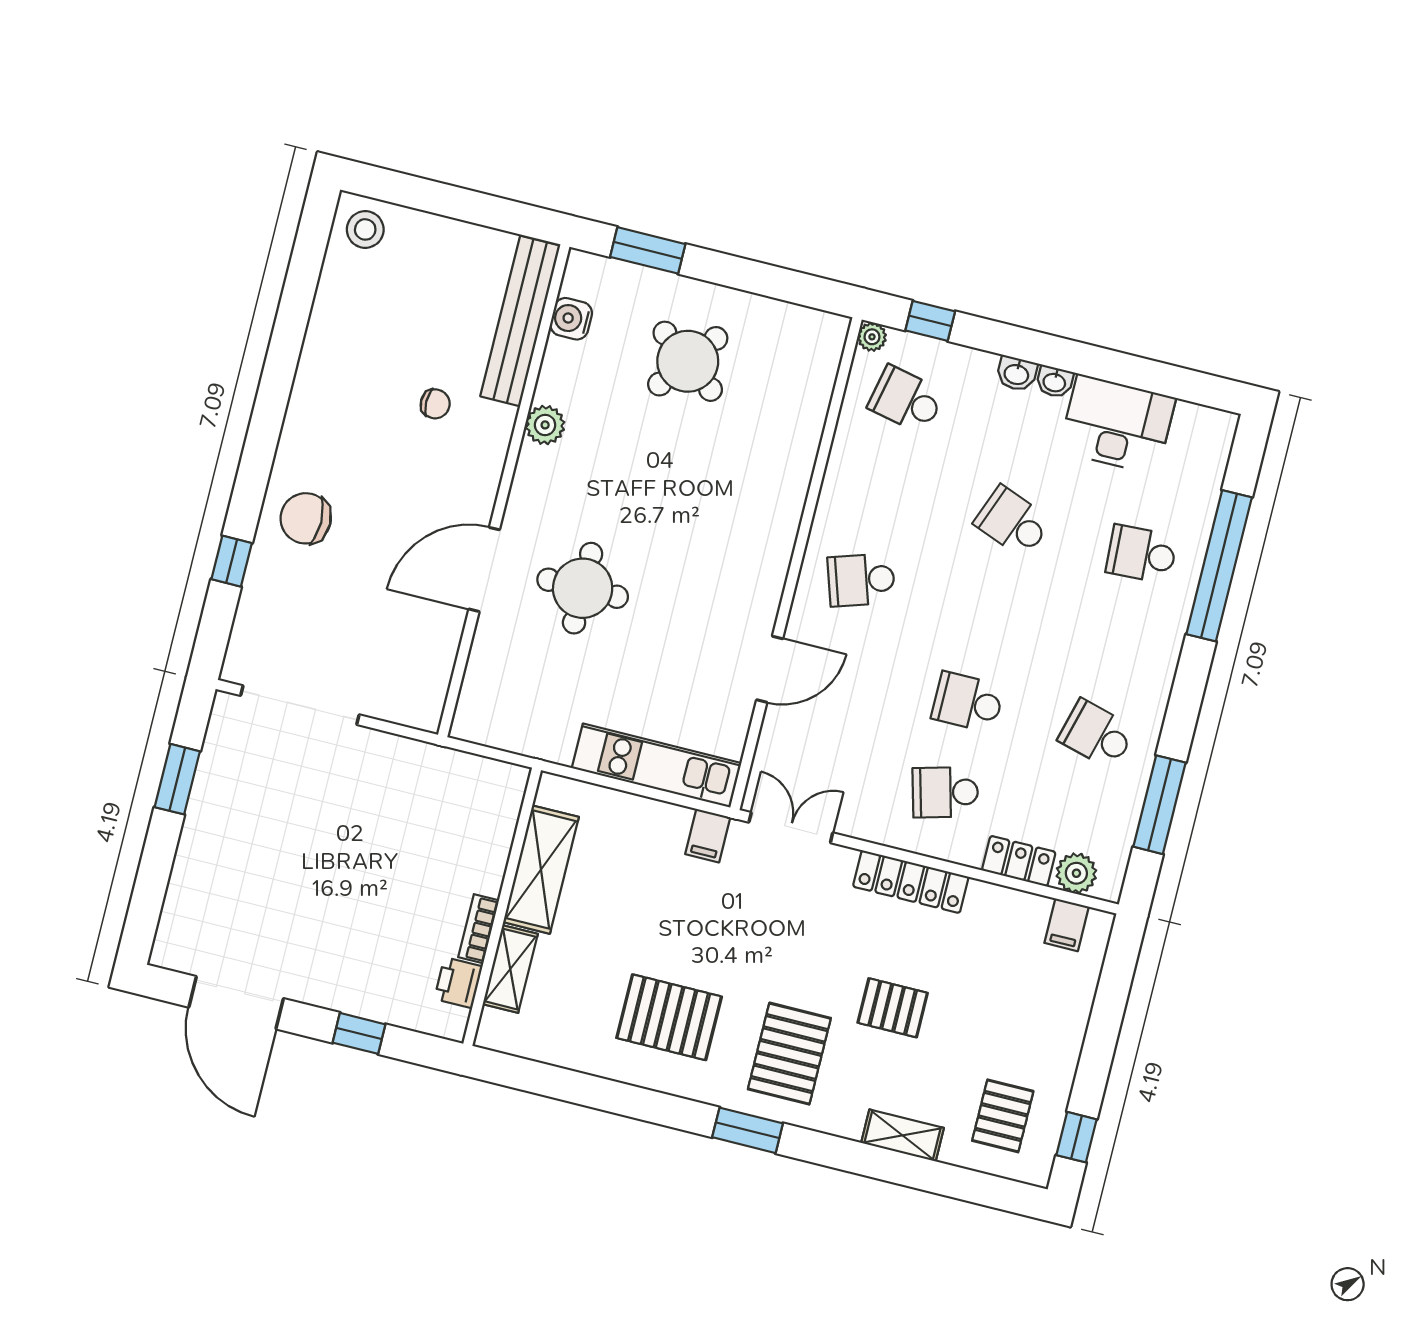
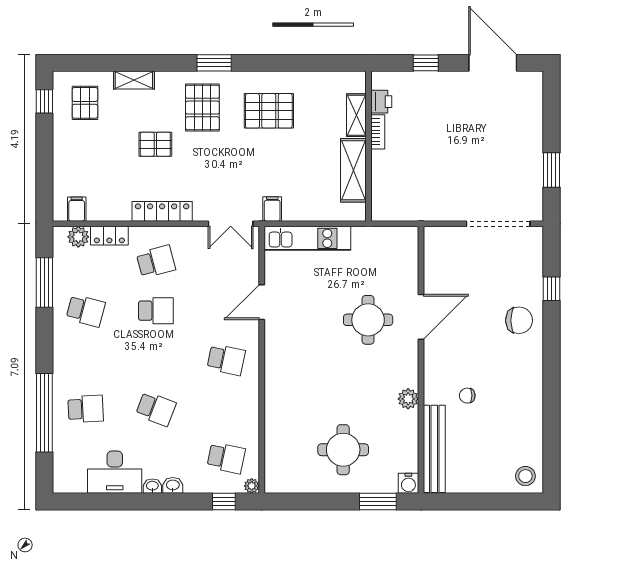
water cooler: (571, 319) -> (408, 483), moved, turned 90
round table: (688, 361) -> (343, 450), turned -37
school desk: (861, 580) -> (226, 360), turned 30

